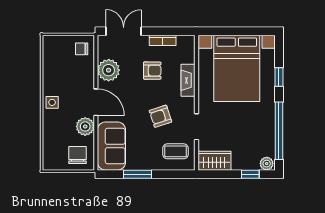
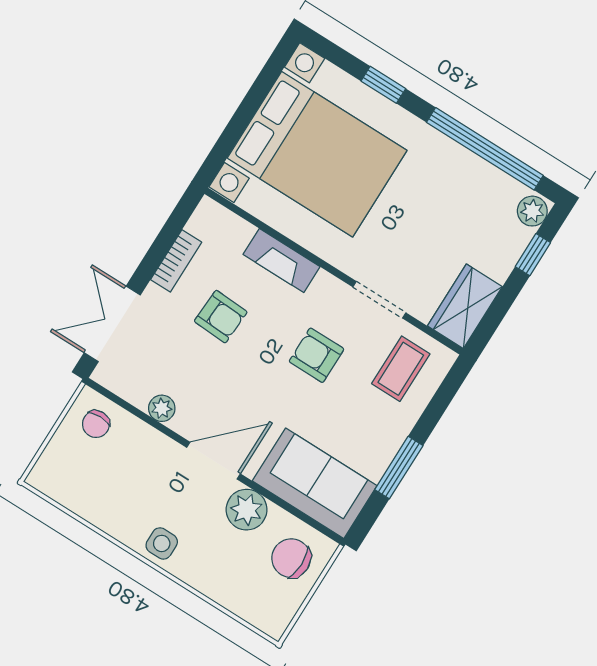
plant: (109, 70) -> (162, 408), width x0.53, depth x0.53
armchair: (152, 71) -> (221, 317), turned 93
armchair: (160, 116) -> (316, 355), turned 108

